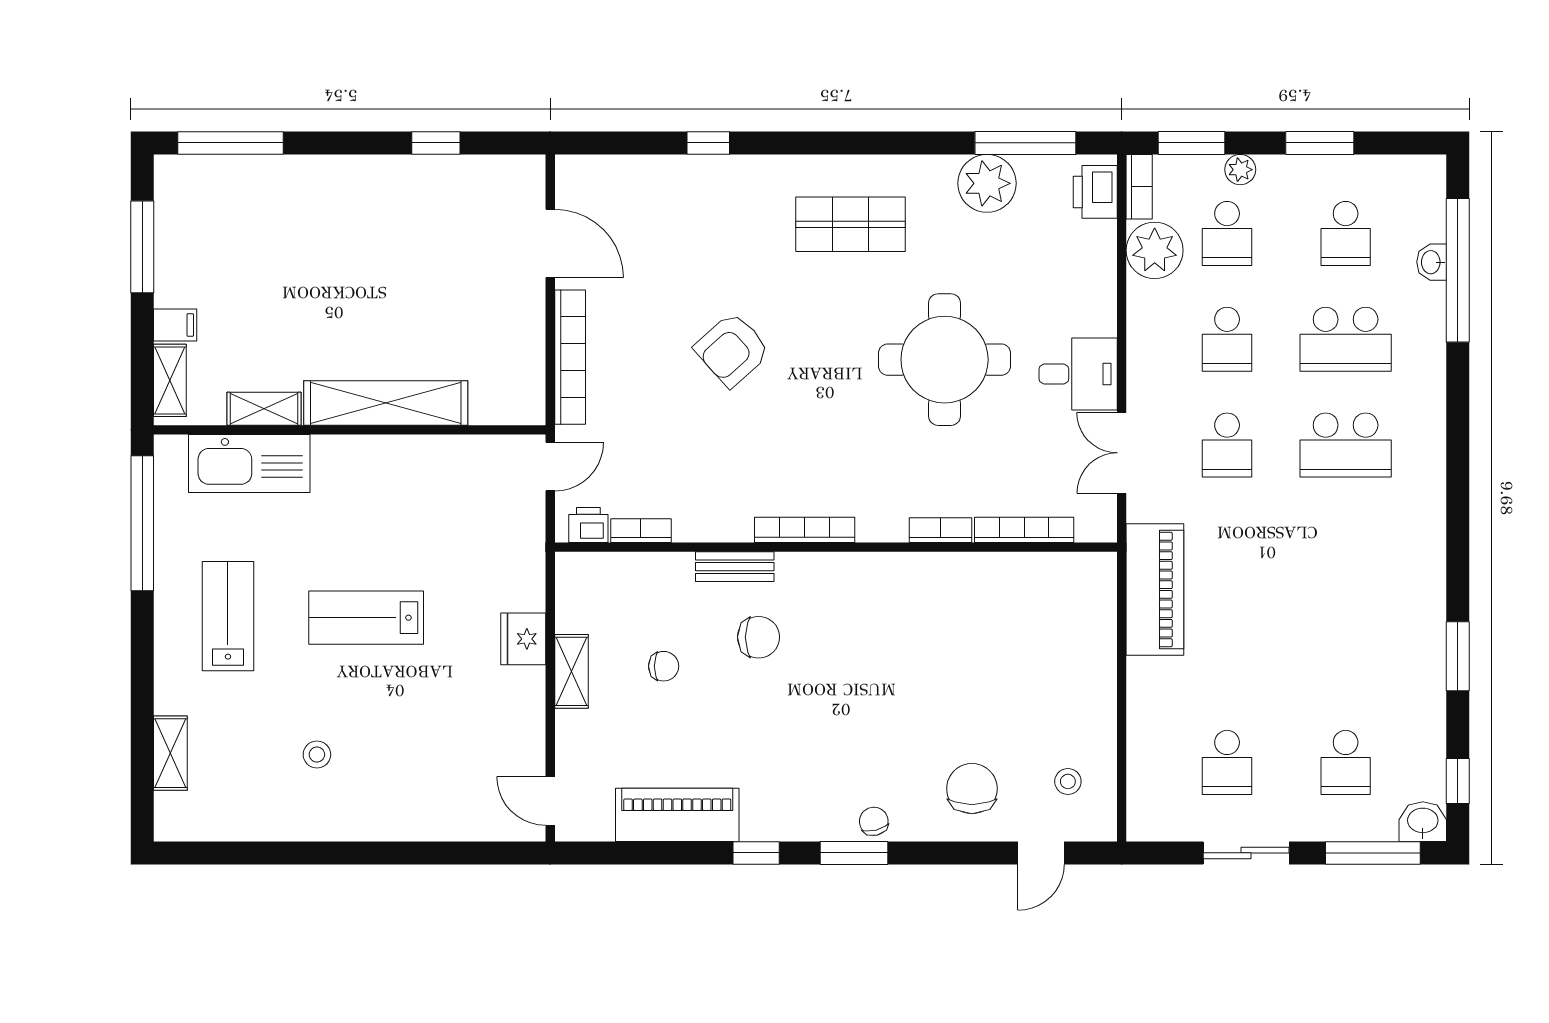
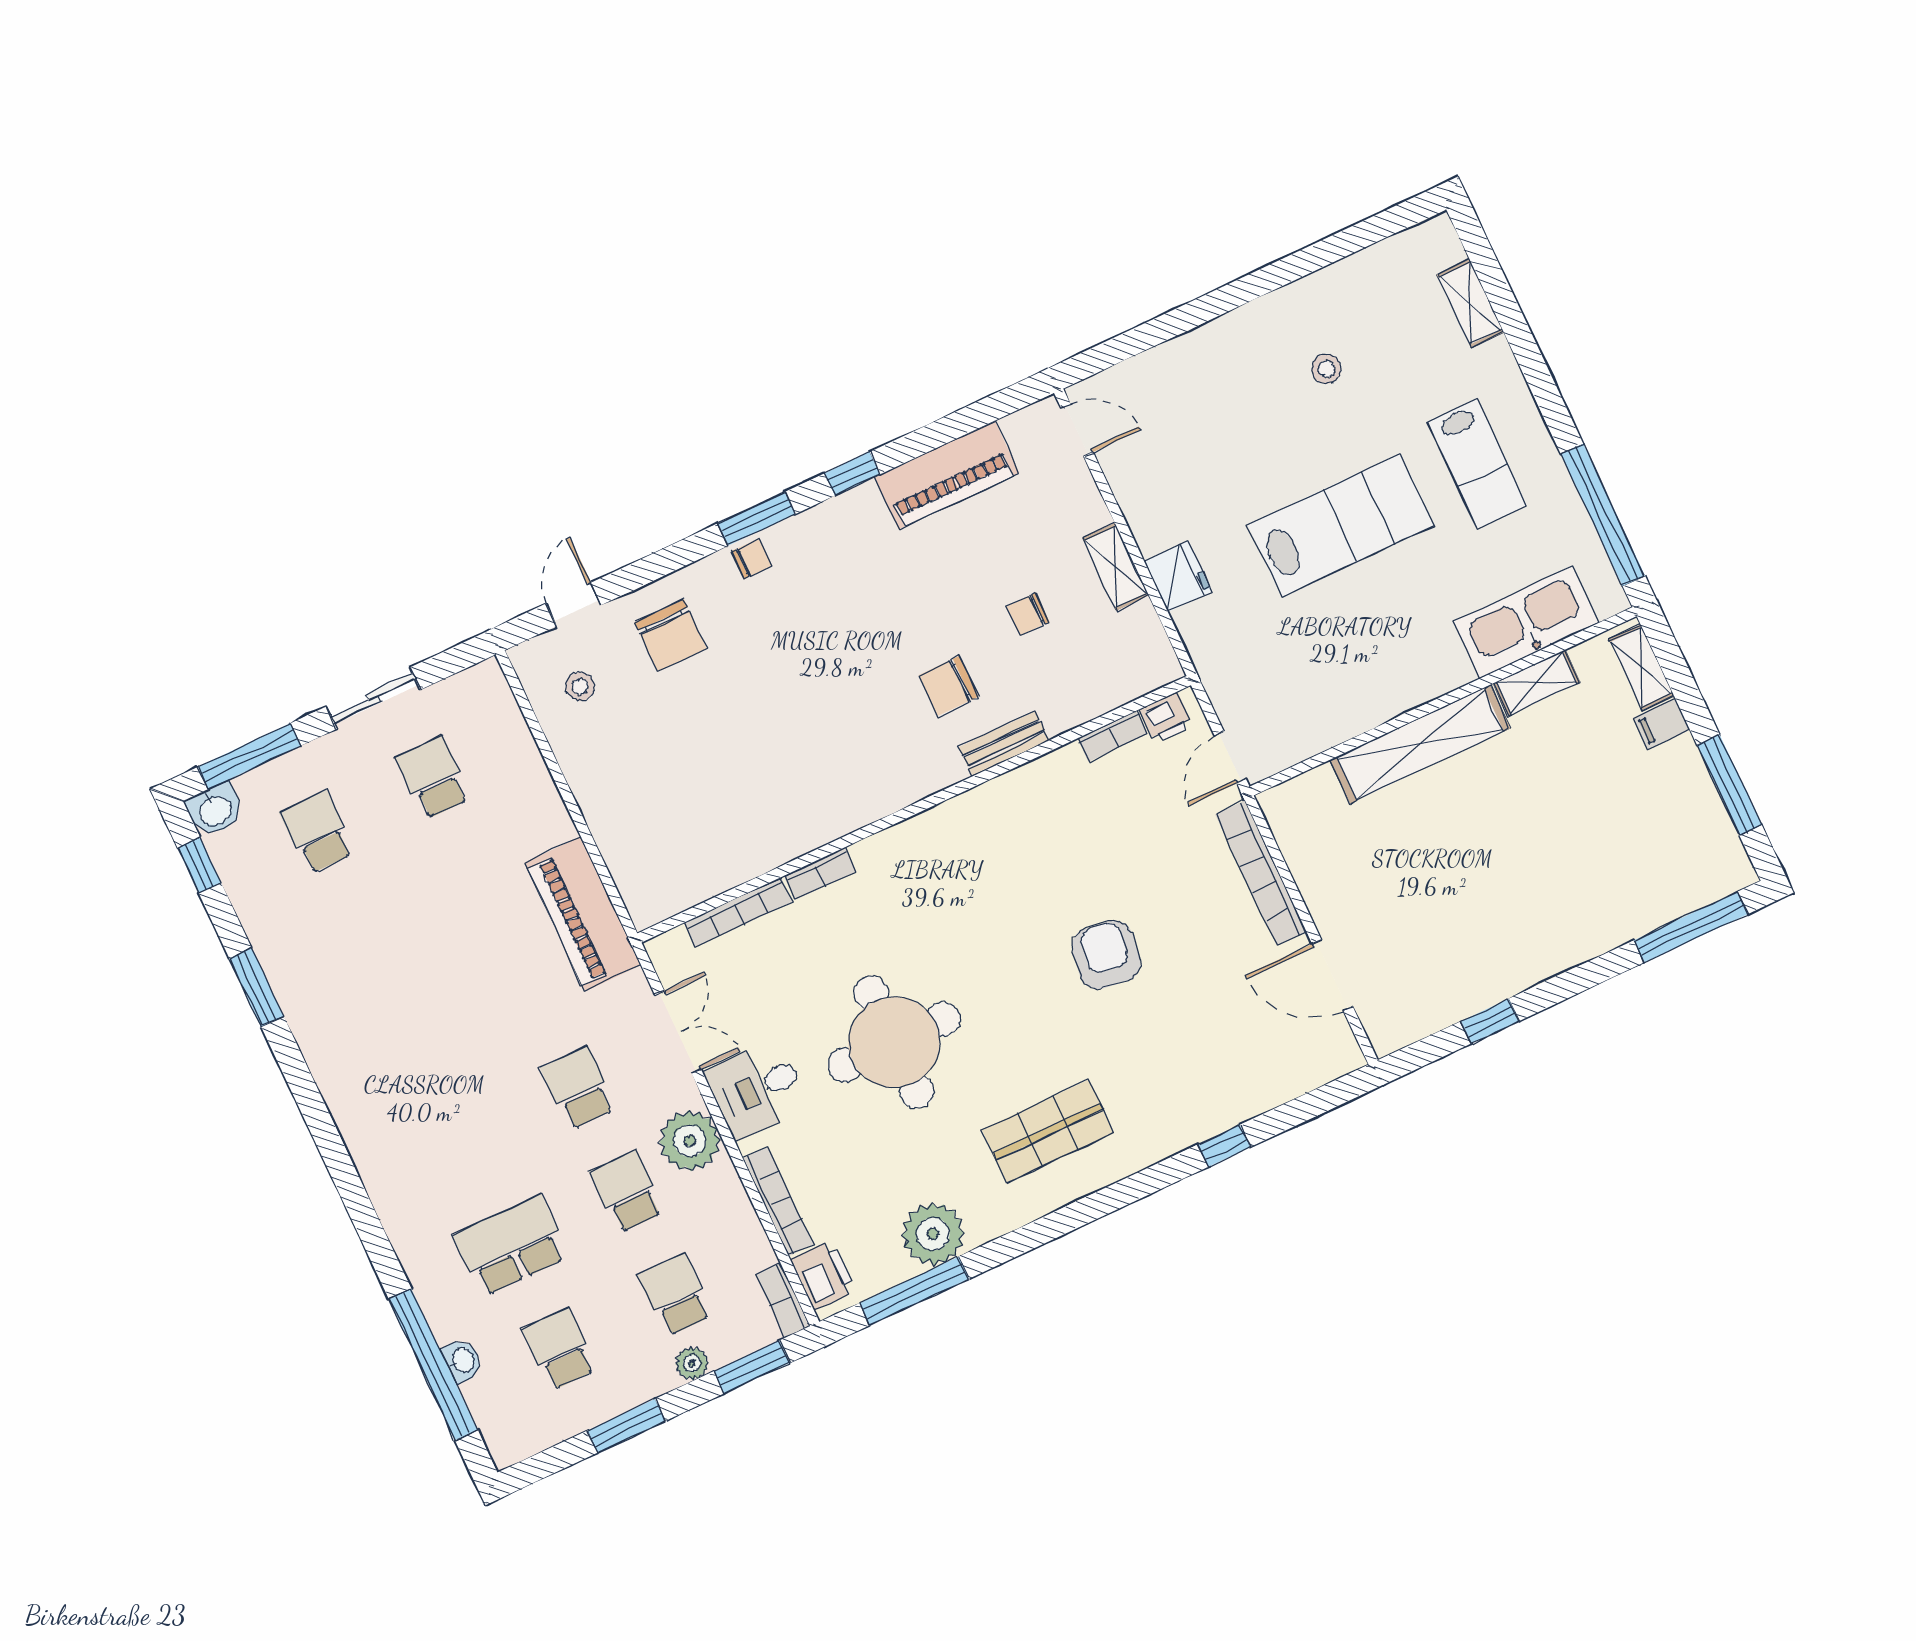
plant: (1155, 250) -> (690, 1141), moved
armchair: (732, 350) -> (1106, 955), turned -40
school desk: (1346, 445) -> (463, 1142), removed
bookcase: (805, 530) -> (778, 1202), moved, turned -90
lab bench: (366, 618) -> (1341, 525), width x1.36, depth x1.39
chair: (874, 821) -> (752, 559), turned -76

